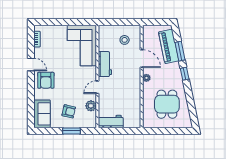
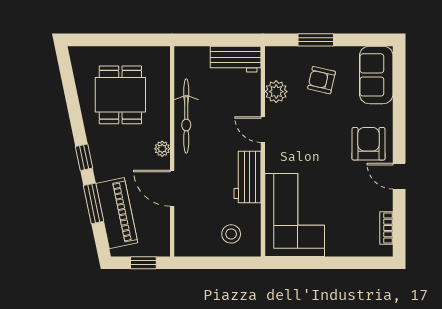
window: (156, 22) -> (143, 263), added
stool: (125, 40) -> (231, 234), moved
door: (97, 87) -> (263, 130), swing flipped
bicycle: (135, 94) -> (186, 116), added

